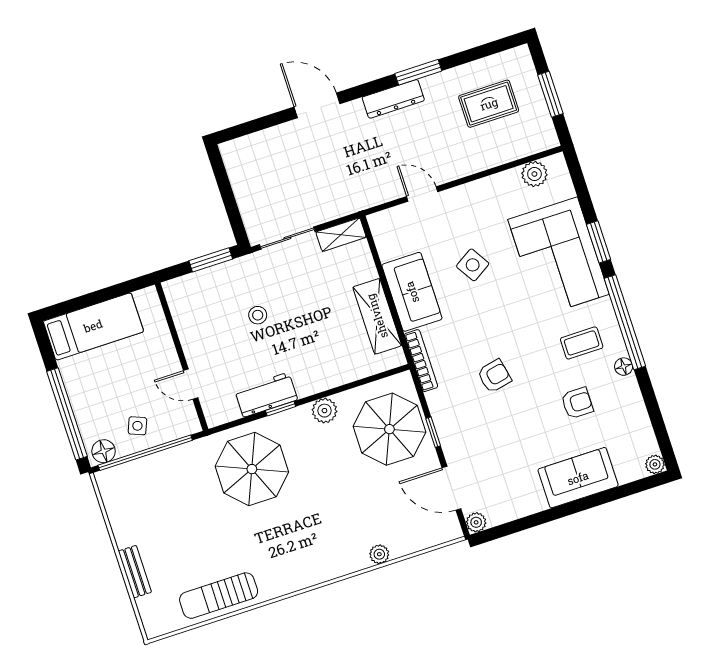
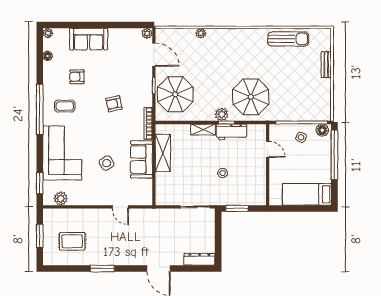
dresser: (393, 99) -> (199, 259), moved
shelving: (341, 235) -> (203, 130), moved
window: (599, 242) -> (40, 183), moved
floor lamp: (624, 367) -> (48, 56), moved
plant: (324, 411) -> (222, 114), moved

